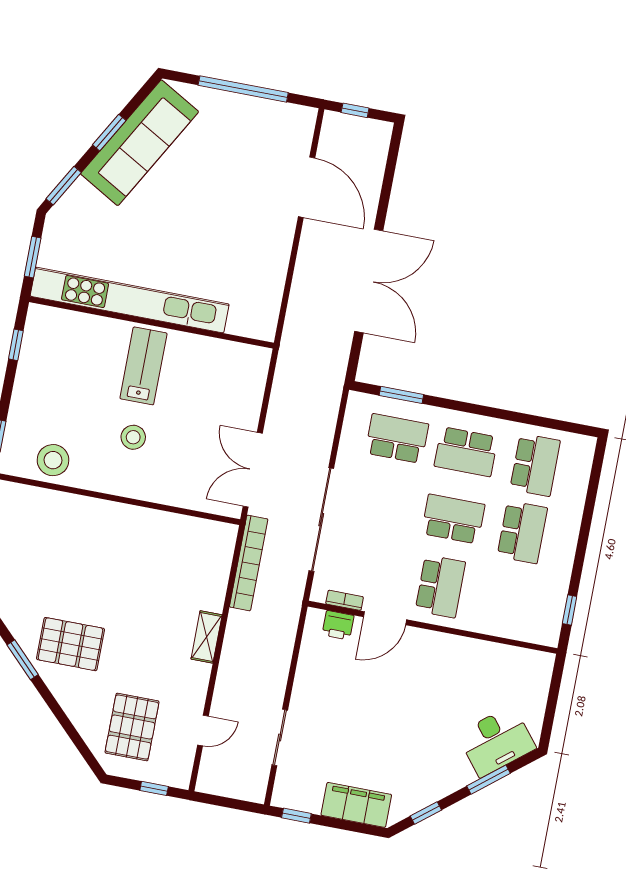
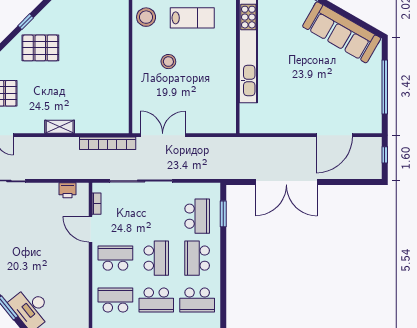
window: (109, 133) -> (344, 13), removed
lab bench: (143, 366) -> (192, 18), moved
school desk: (440, 586) -> (115, 258), turned 180
school desk: (509, 599) -> (115, 300), added
printer: (338, 625) -> (67, 190), moved, turned -90
pallet: (71, 644) -> (40, 48), turned 90
window: (23, 660) -> (26, 22), width x0.67

